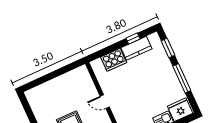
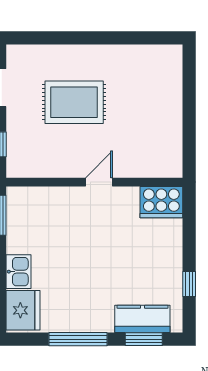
kitchen counter: (137, 48) -> (142, 319), moved, turned 90
cooker: (114, 60) -> (161, 202), moved, turned -90

